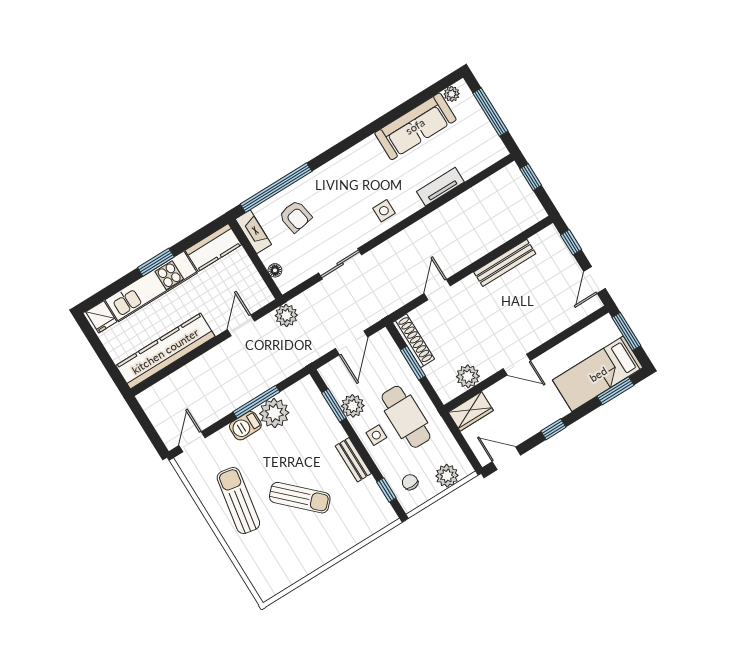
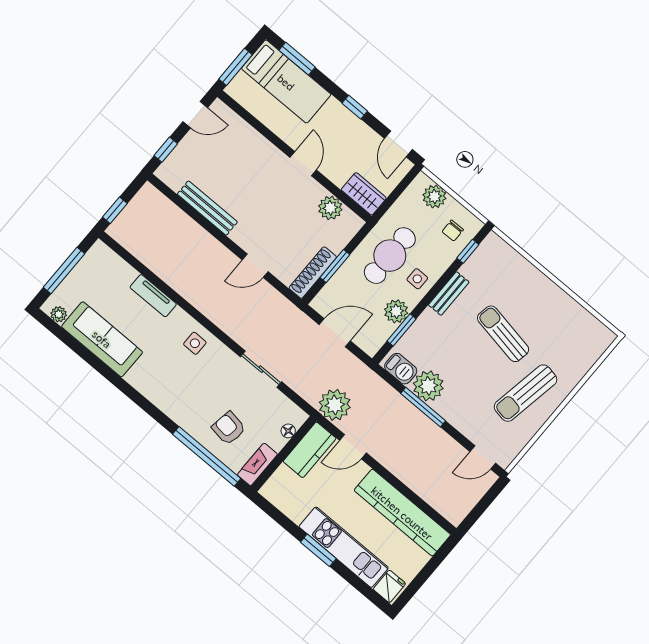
armchair: (295, 216) -> (229, 428), turned -71
kitchen counter: (213, 248) -> (310, 450), moved, turned 90
plant: (286, 315) -> (335, 405), width x1.36, depth x1.36
barbecue: (245, 426) -> (401, 369), moved
sun lounger: (300, 498) -> (503, 334), turned -34

